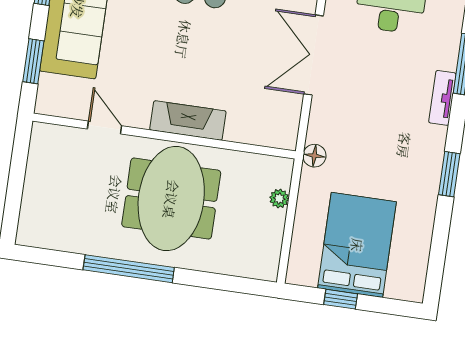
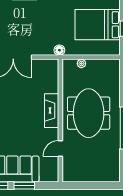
window: (33, 61) -> (24, 186), moved
meeting table: (171, 199) -> (89, 113), turned 90

